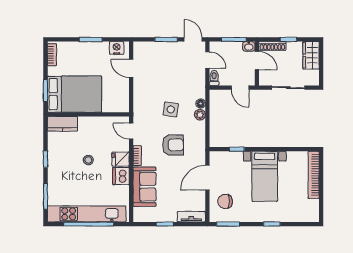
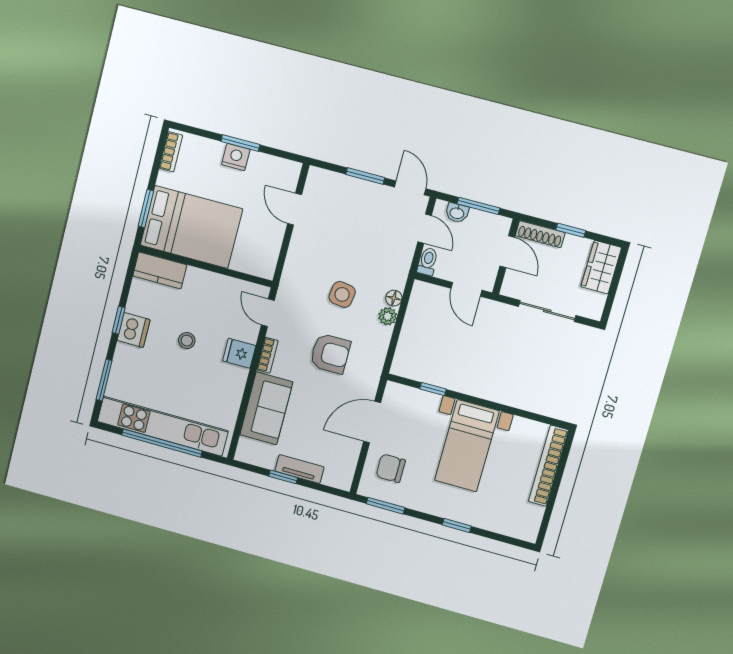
washbasin: (249, 46) -> (457, 213), moved
nightstand: (117, 48) -> (236, 157), moved
dishwasher: (121, 176) -> (134, 330), moved, turned 180
tv unit: (191, 217) -> (299, 469), moved

